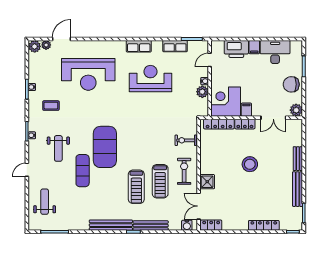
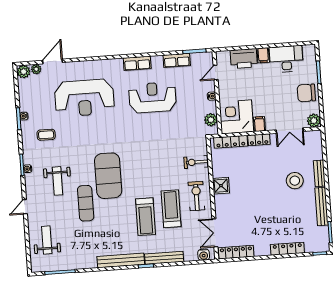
plant: (202, 92) -> (211, 120), moved
stool: (250, 164) -> (295, 181), moved
treadmill: (160, 181) -> (171, 209), turned 180
shower: (207, 182) -> (221, 186), moved
locker: (211, 225) -> (236, 252), width x1.53

